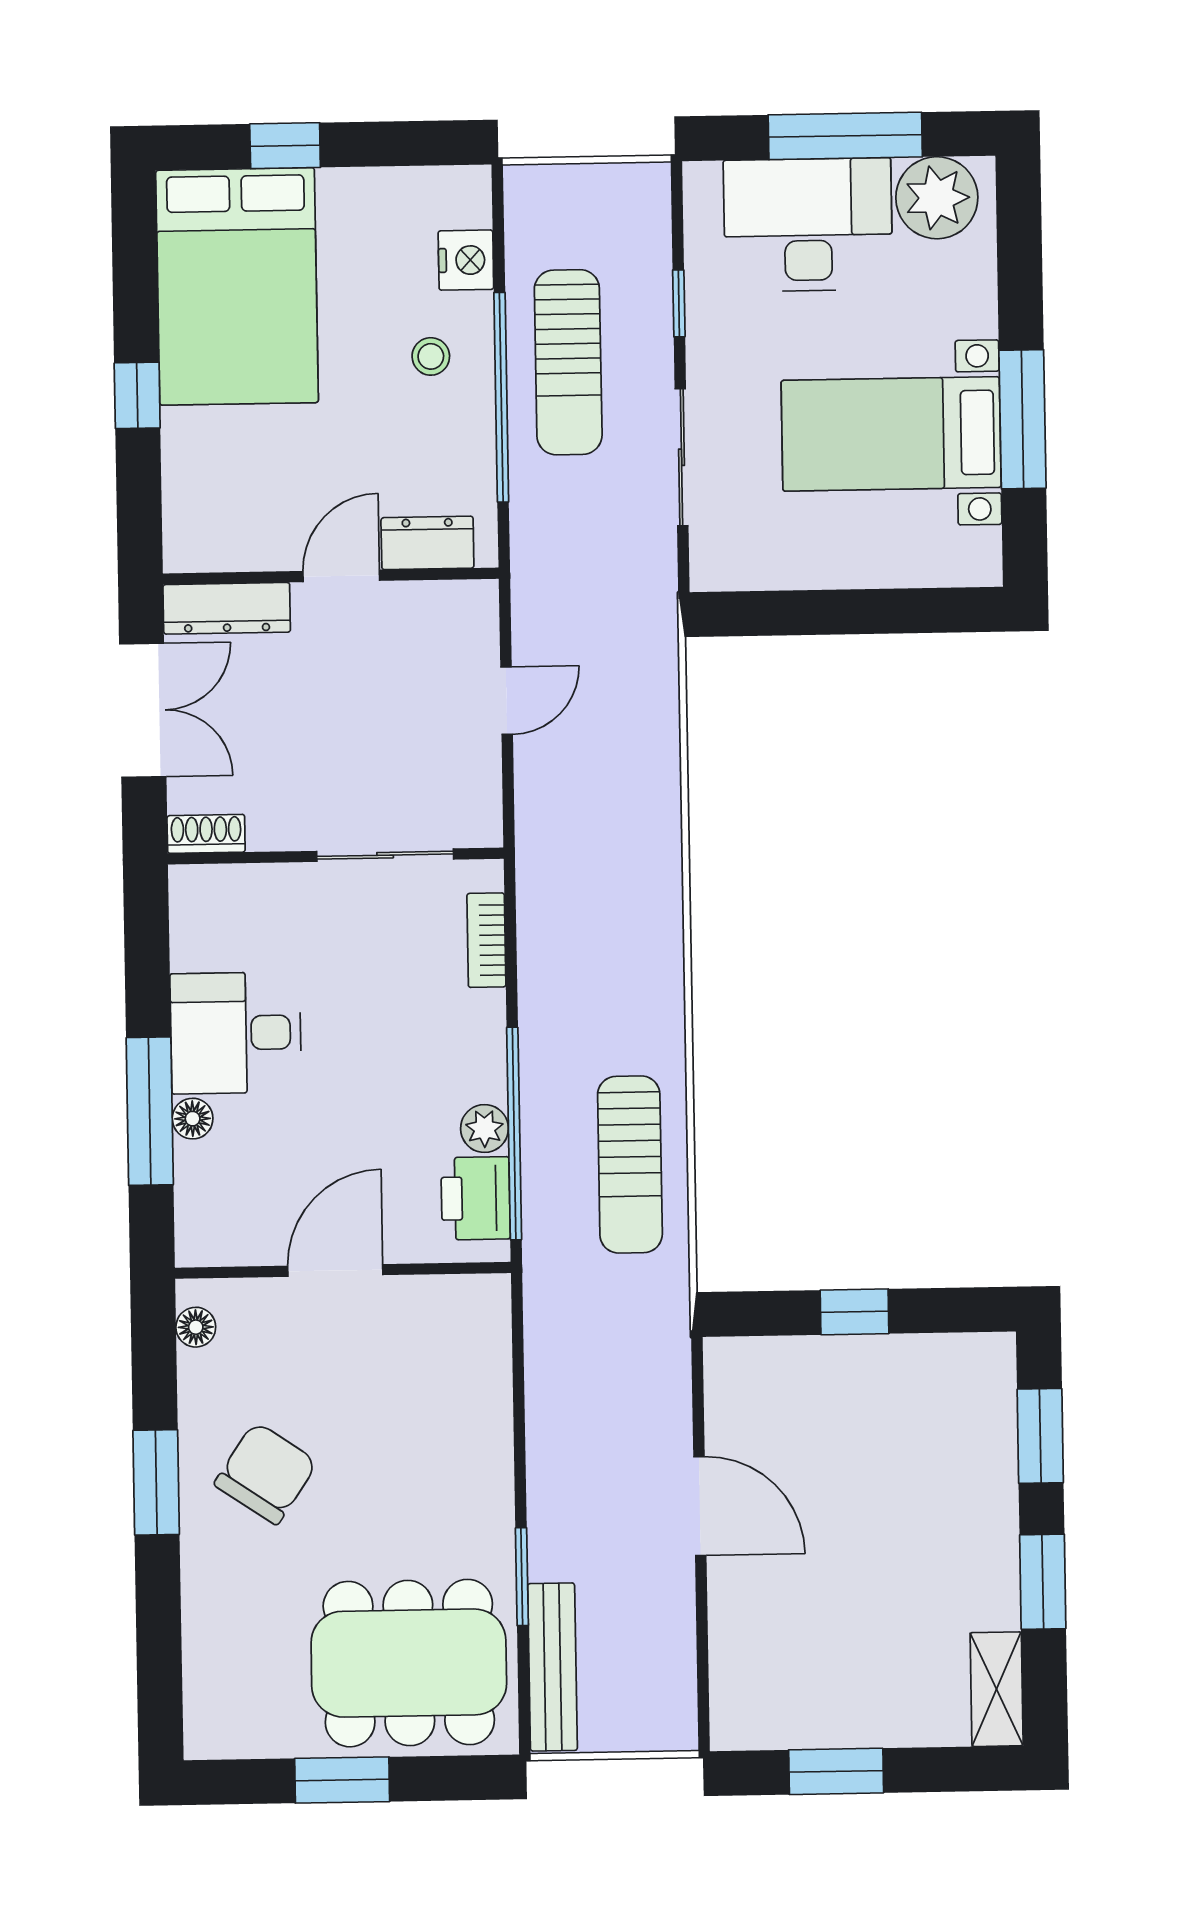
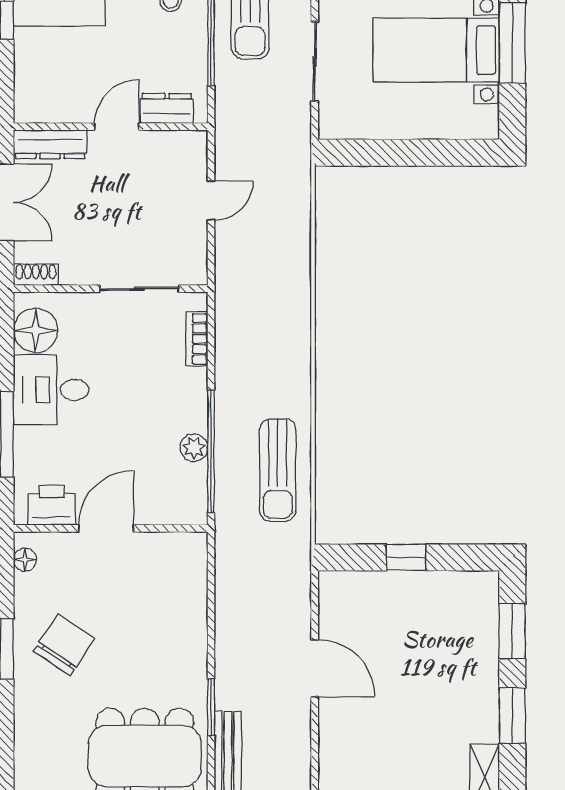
floor lamp: (193, 1119) -> (36, 330), moved, width x1.89, depth x1.89
printer: (476, 1198) -> (52, 505), moved, turned 90

